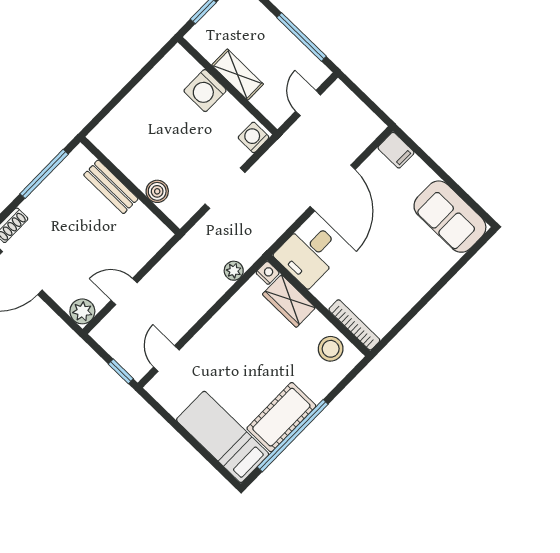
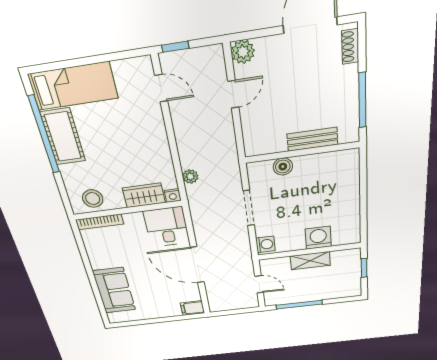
sofa: (450, 217) -> (114, 290), moved, turned 90

